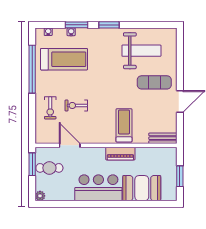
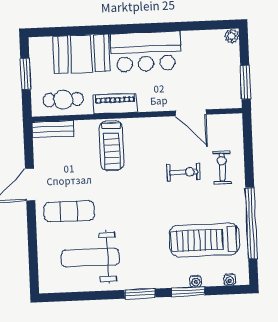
cafe table: (49, 168) -> (63, 100), moved

